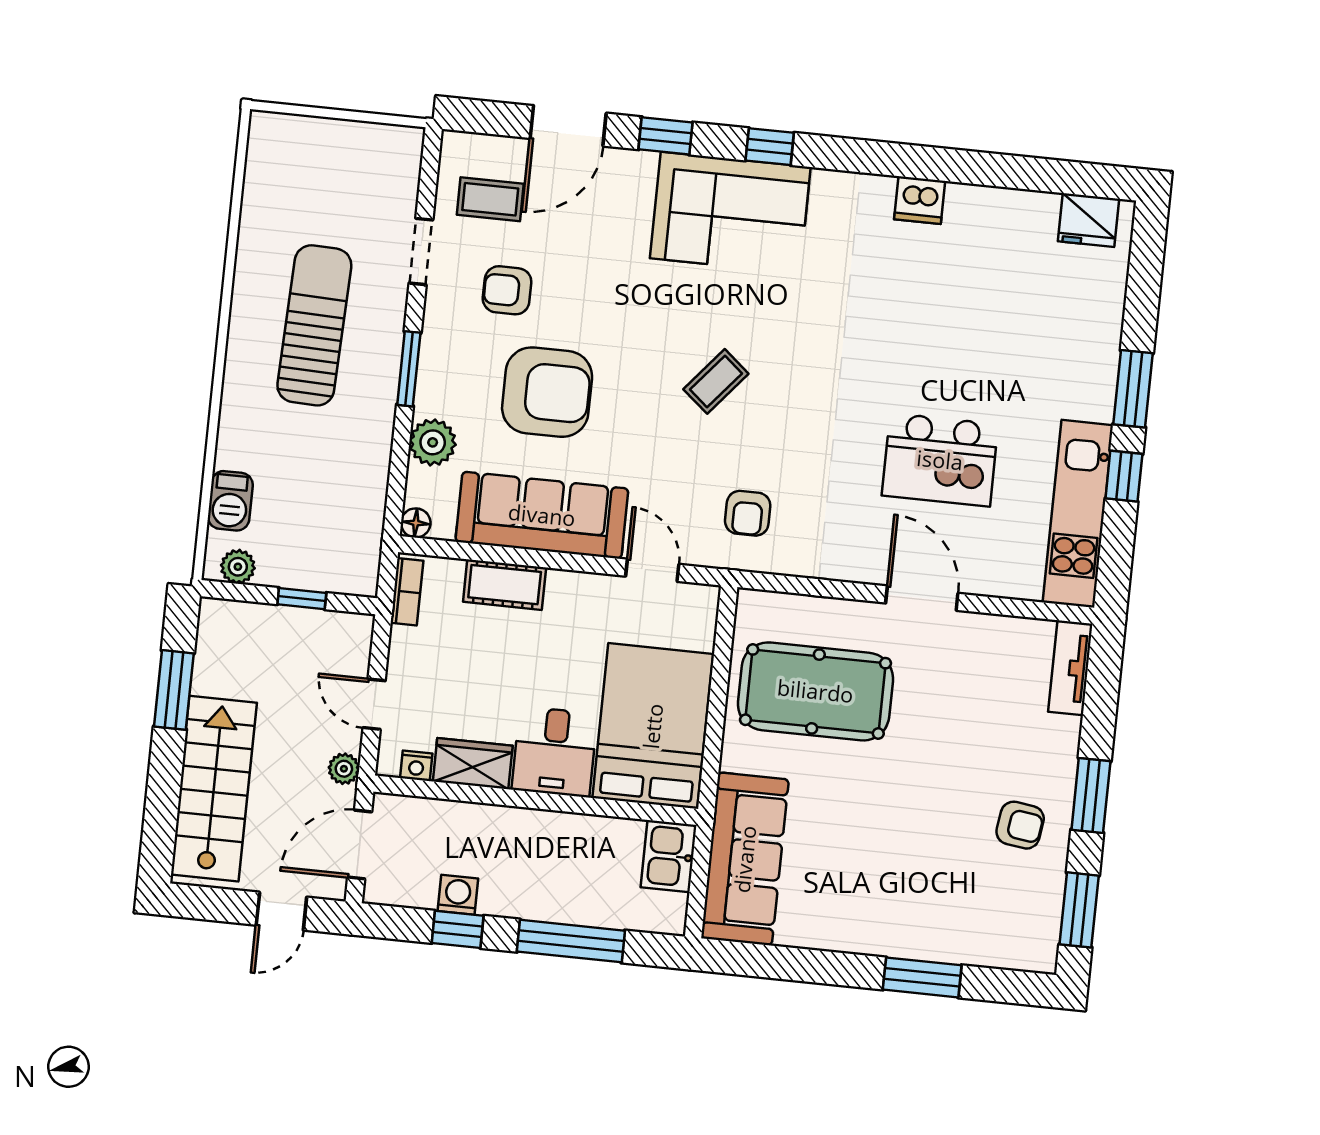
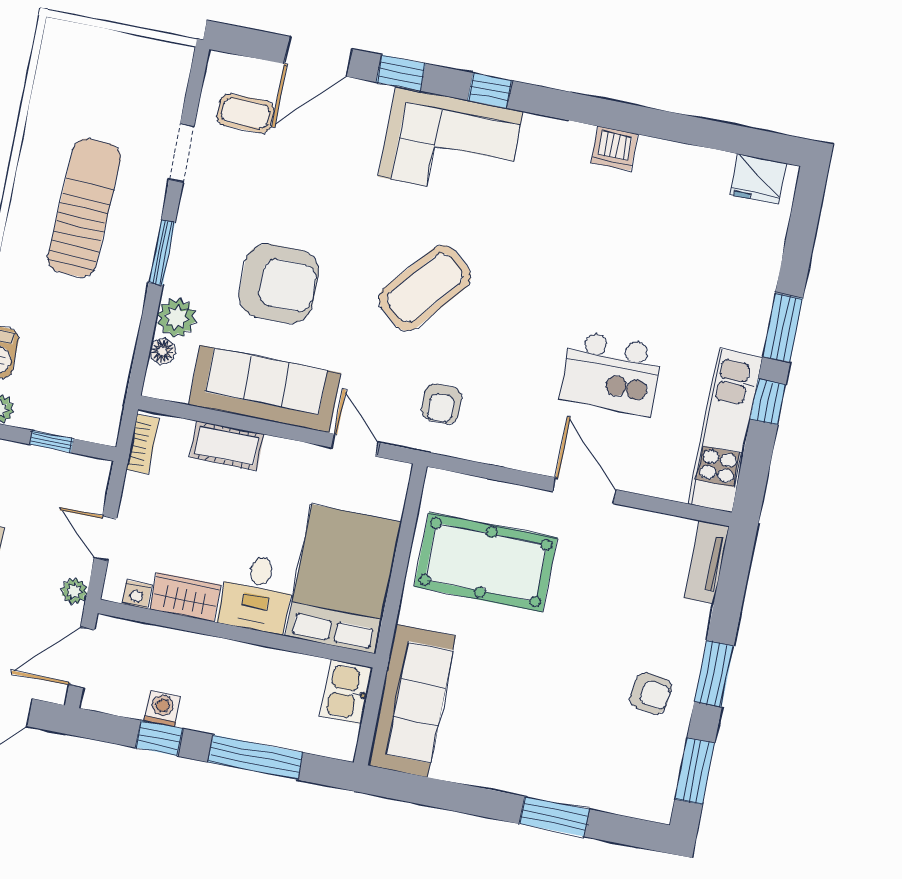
armchair: (507, 290) -> (253, 193), removed
coffee table: (716, 381) -> (425, 288), width x1.86, depth x1.72
floor lamp: (416, 523) -> (162, 351), moved

